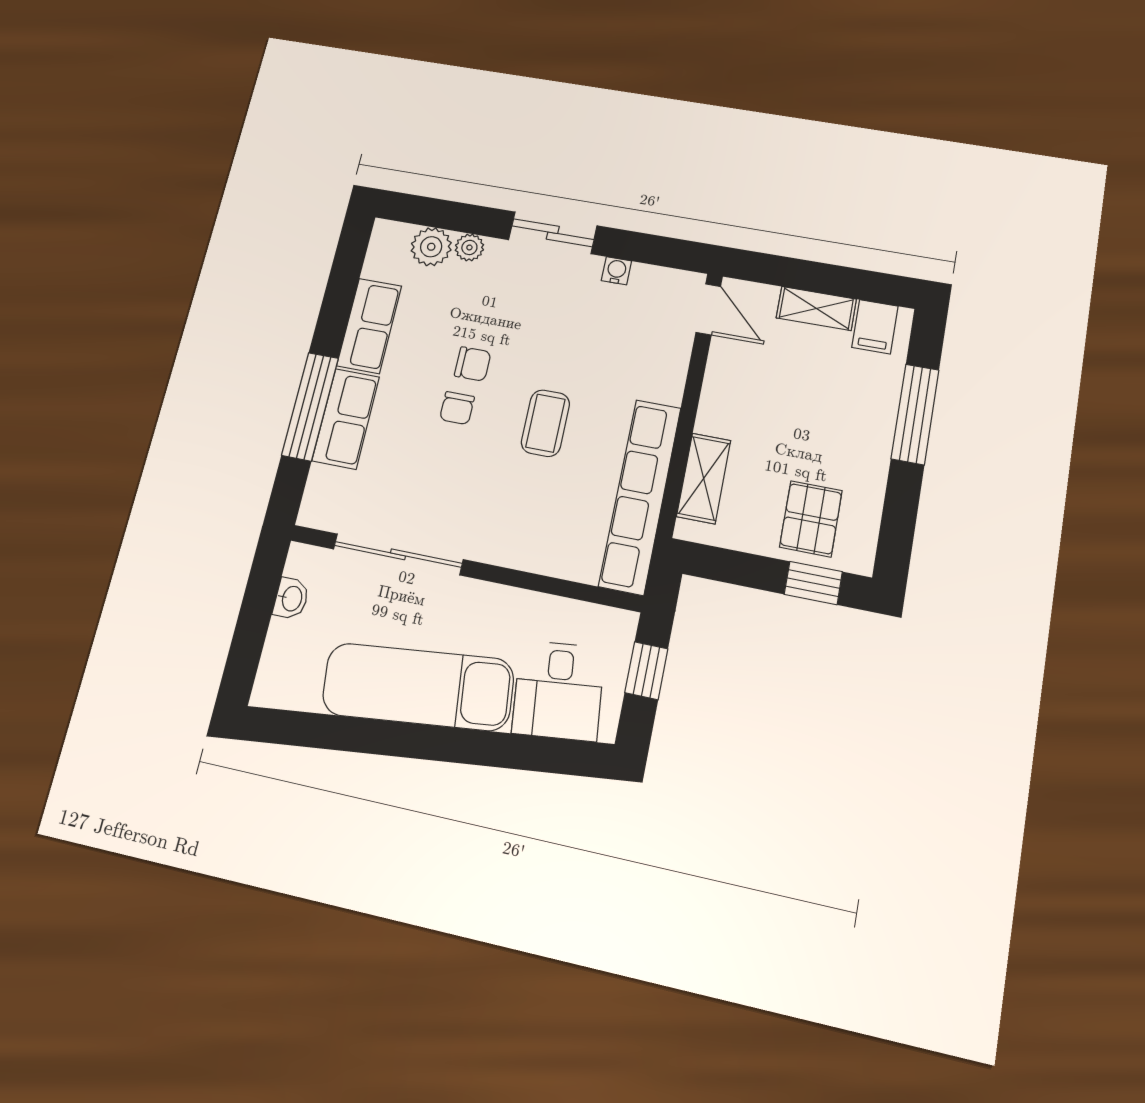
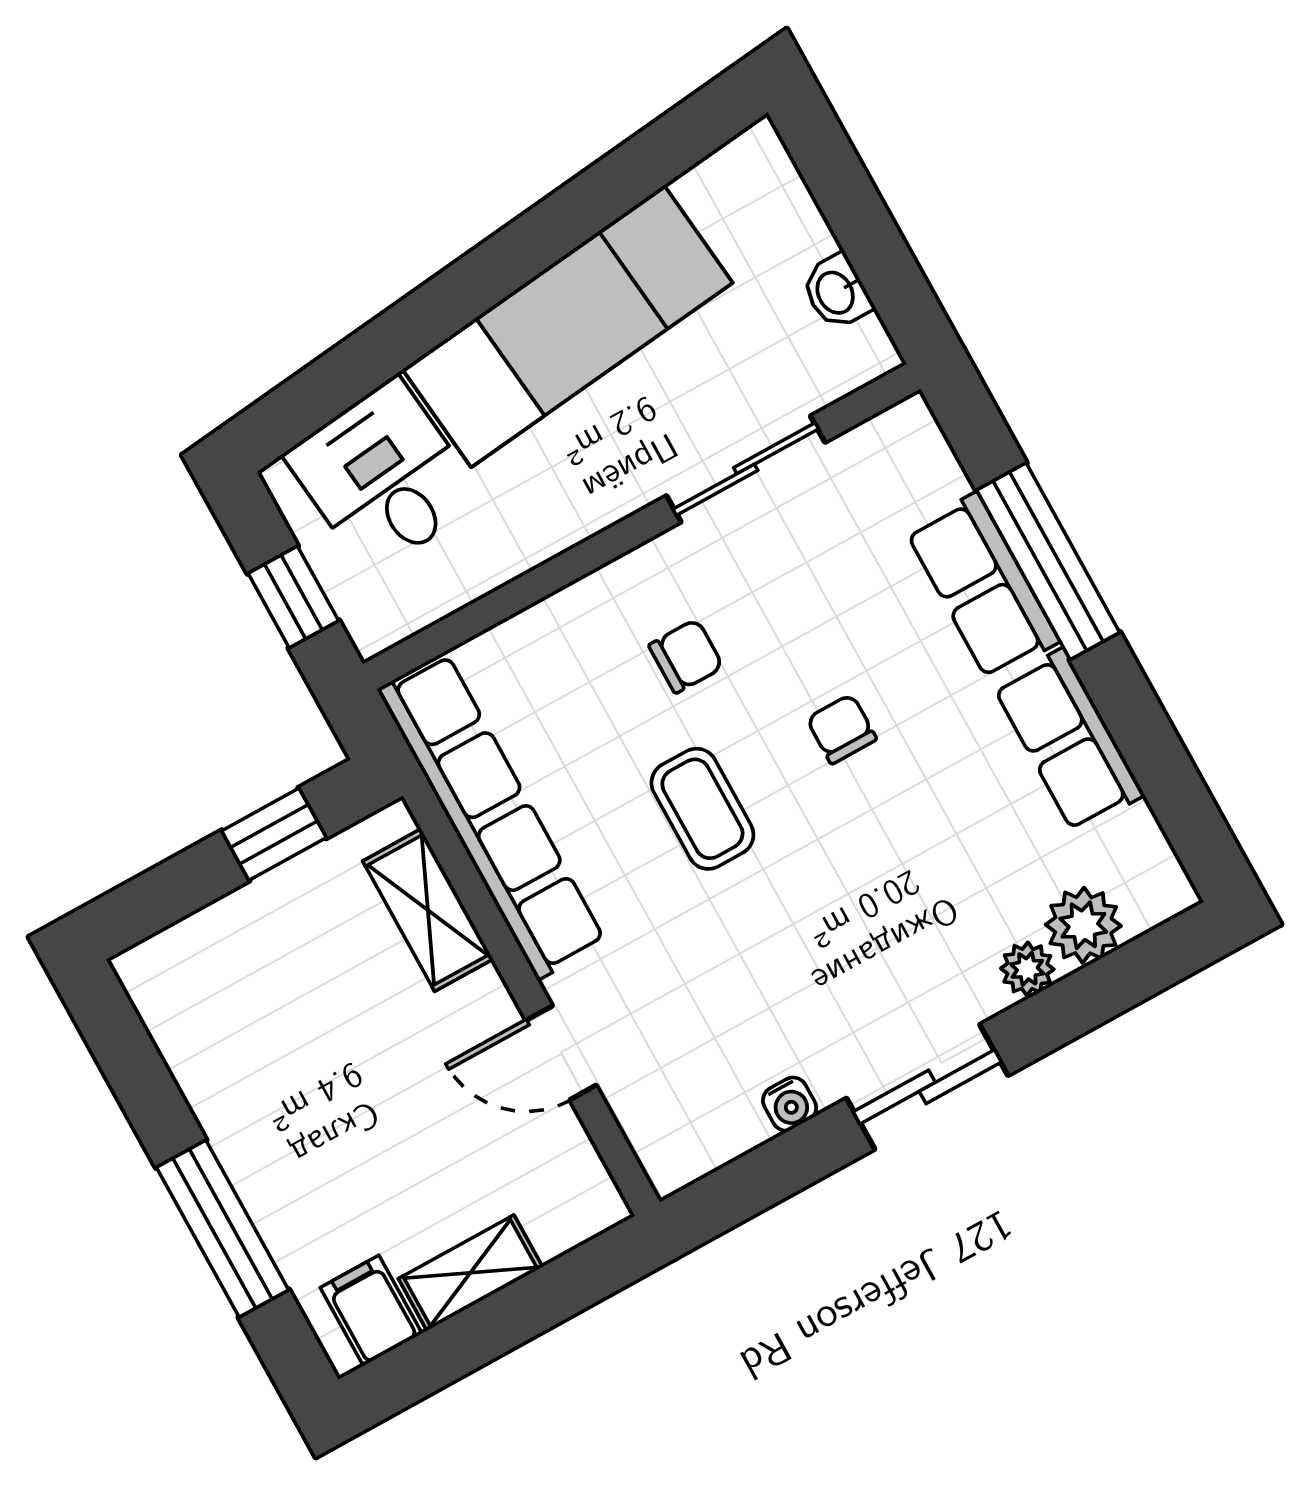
door: (708, 309) -> (561, 1053), moved
chair: (473, 364) -> (686, 656), moved, turned 180
pallet: (811, 519) -> (245, 972), removed
sliding door: (398, 554) -> (746, 469), width x0.73
window: (813, 583) -> (274, 834), moved

